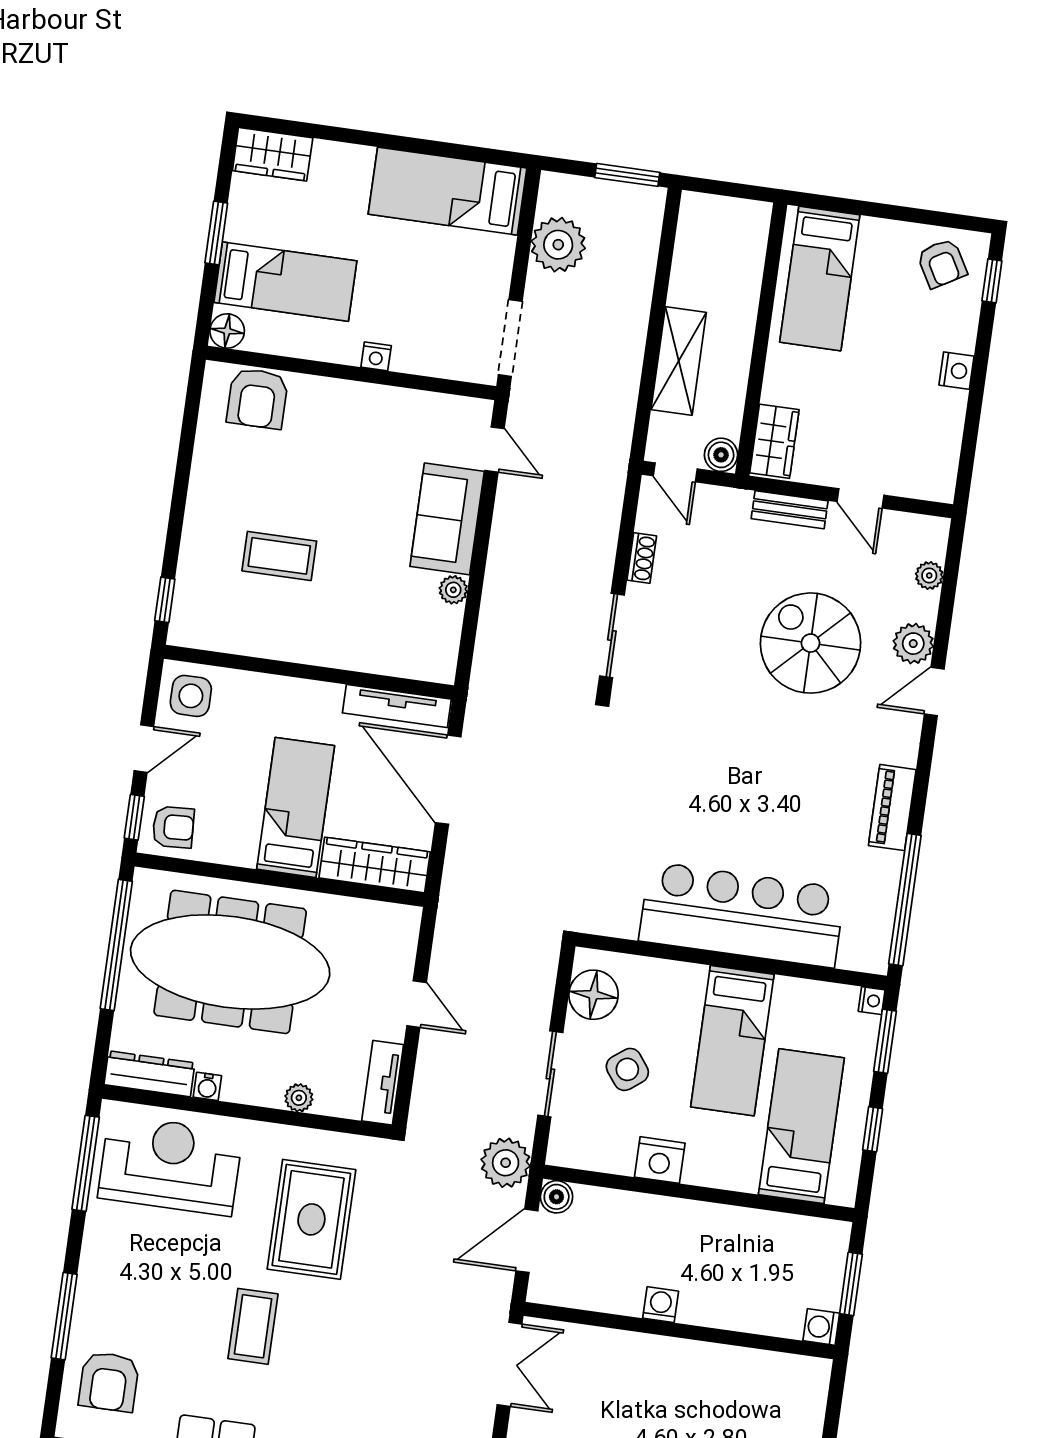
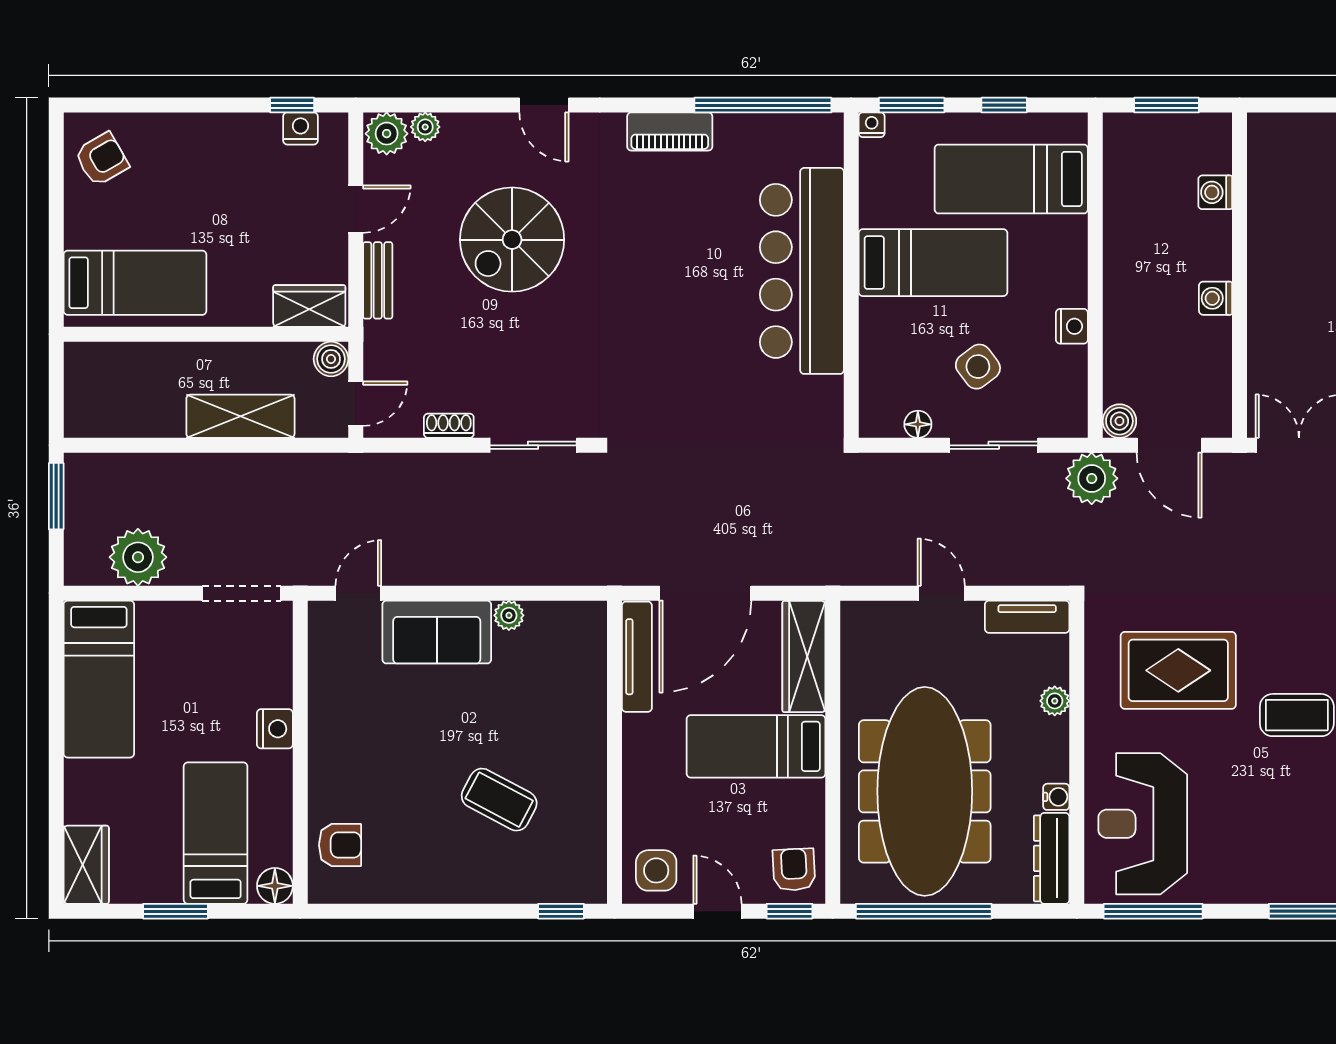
window: (992, 281) -> (292, 105), moved
nightstand: (376, 356) -> (275, 729), width x1.39, depth x1.35
nightstand: (957, 371) -> (301, 128), moved
armchair: (257, 398) -> (340, 845), width x0.72, depth x0.72
coffee table: (279, 556) -> (499, 800), turned -62
plant: (913, 644) -> (387, 134), moved
floor lamp: (594, 995) -> (918, 424), width x0.53, depth x0.53
door: (417, 1004) -> (941, 593), hinge flipped
nightstand: (660, 1160) -> (1072, 326), width x0.74, depth x0.75
washing machine: (821, 1327) -> (1215, 192), moved, turned 90

